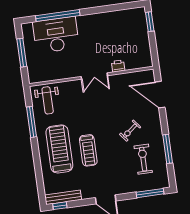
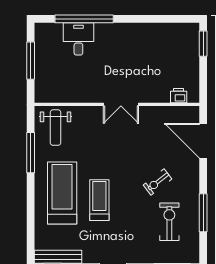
desk: (56, 35) -> (78, 39), width x0.53, depth x0.77
printer: (118, 66) -> (179, 96), moved
treadmill: (88, 150) -> (99, 200), turned 180

